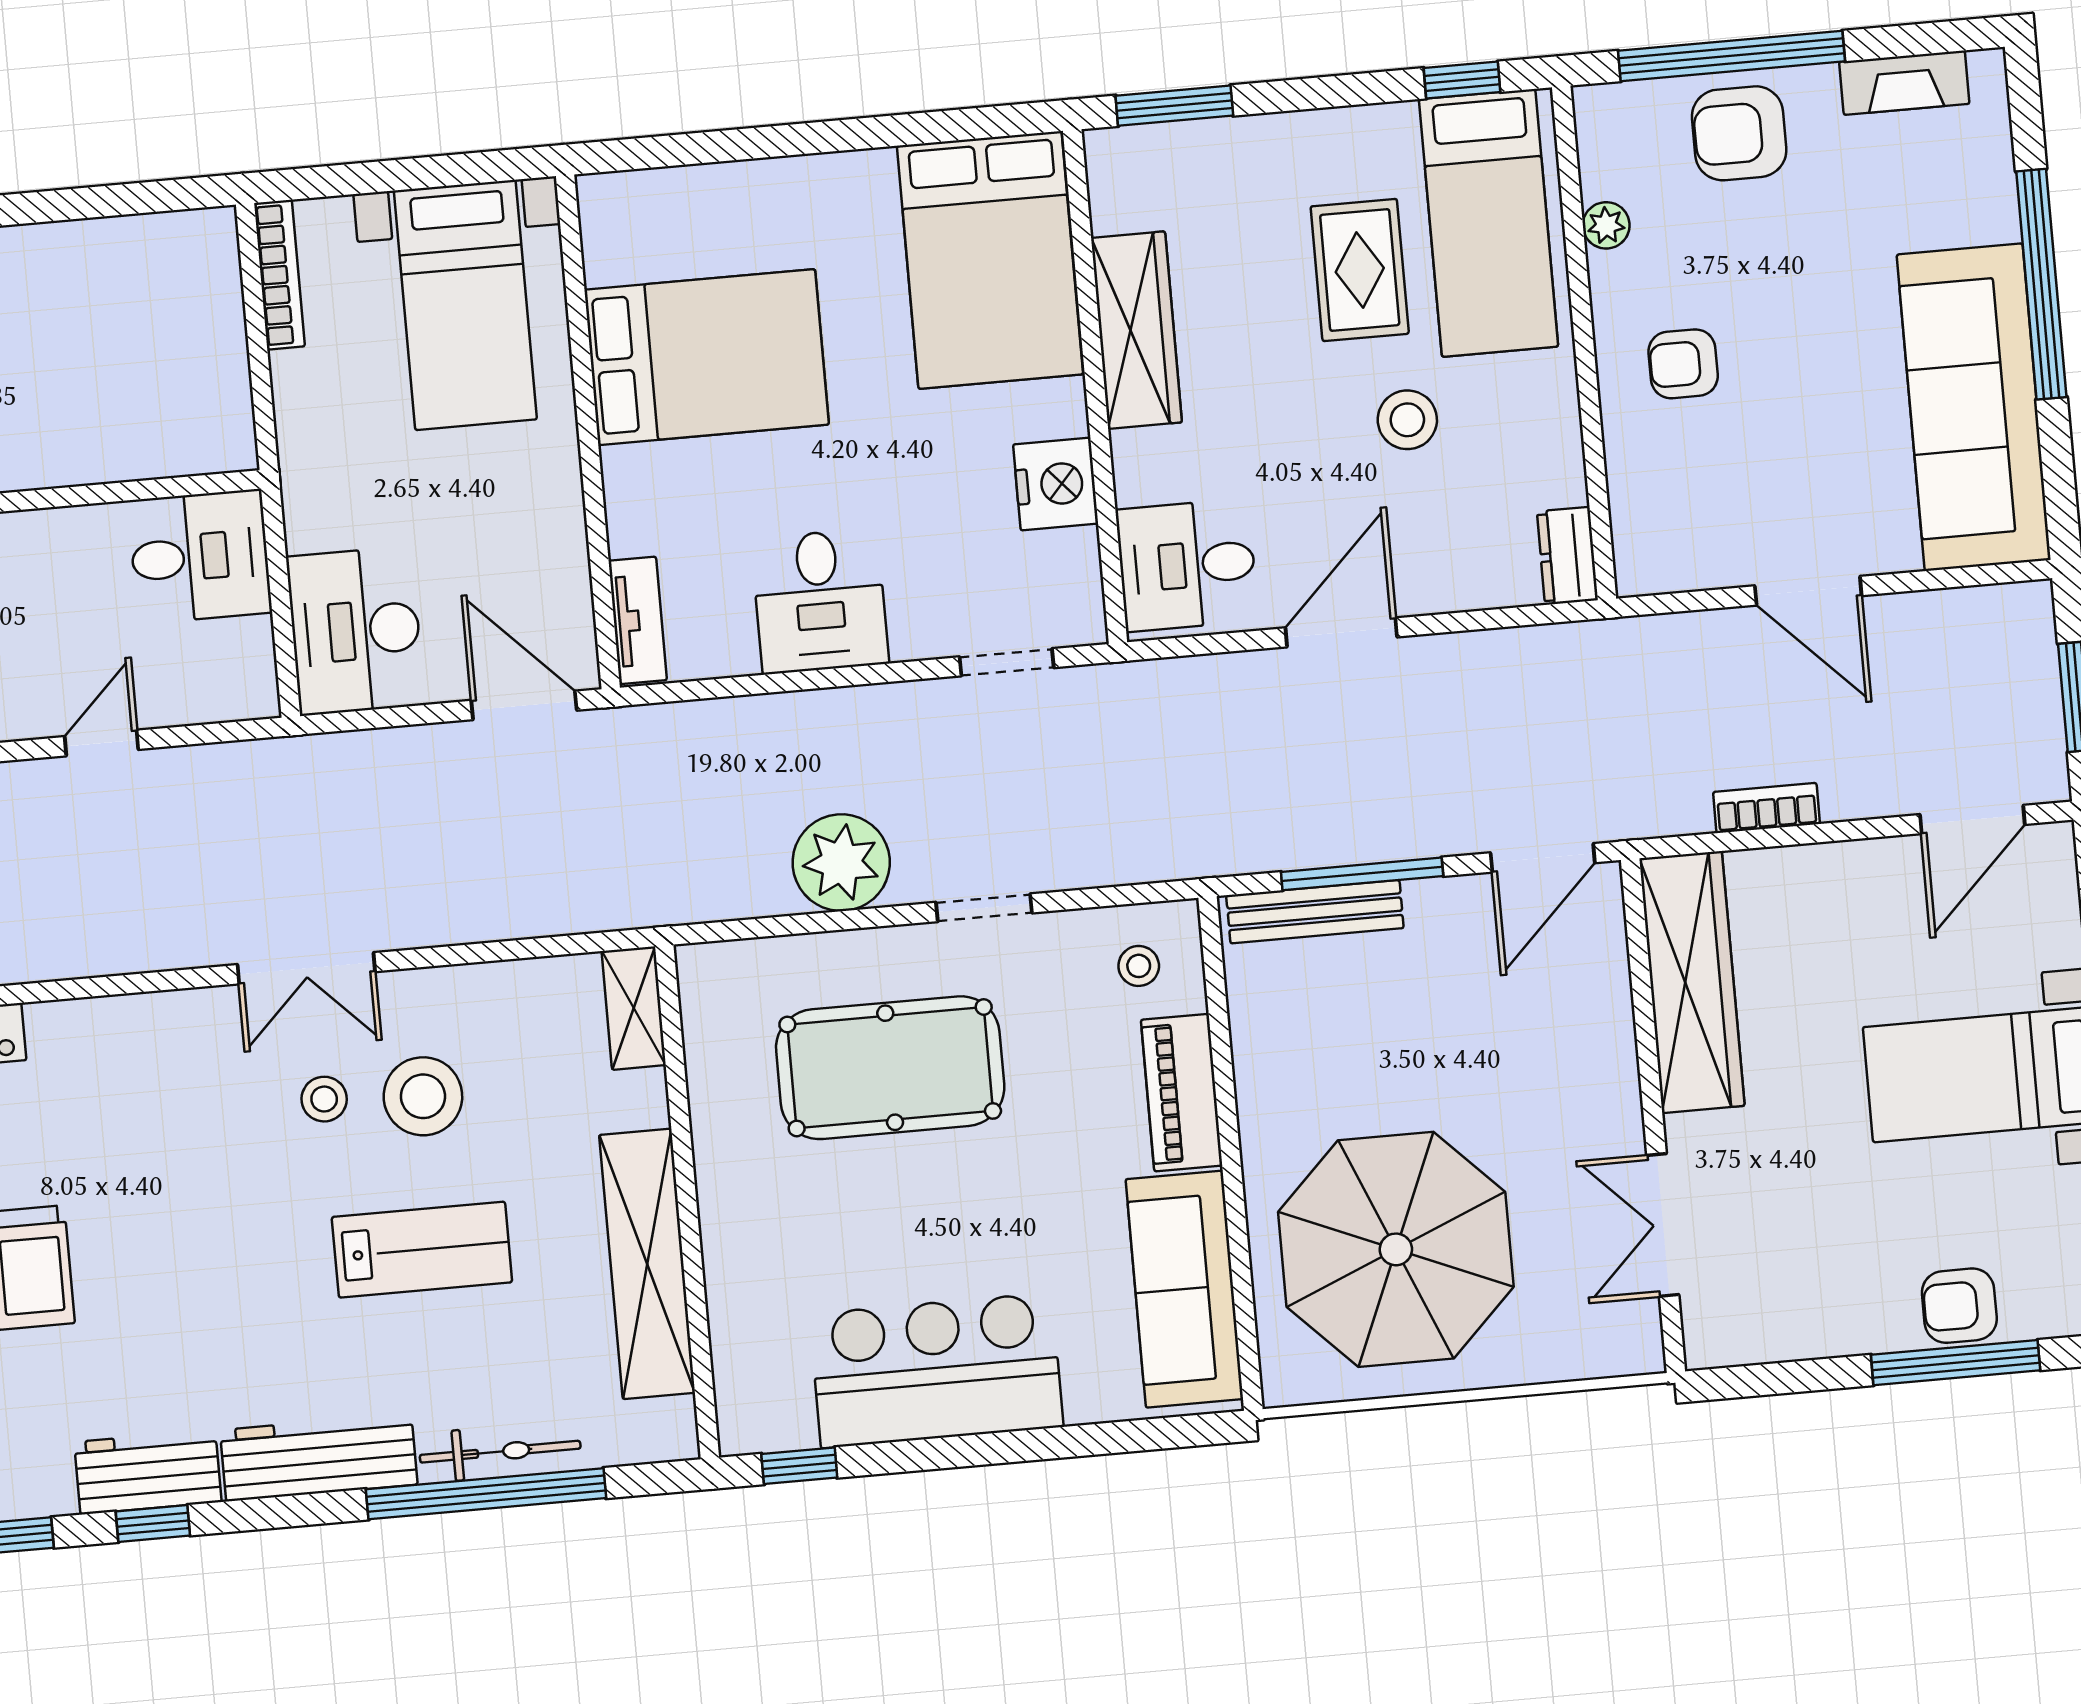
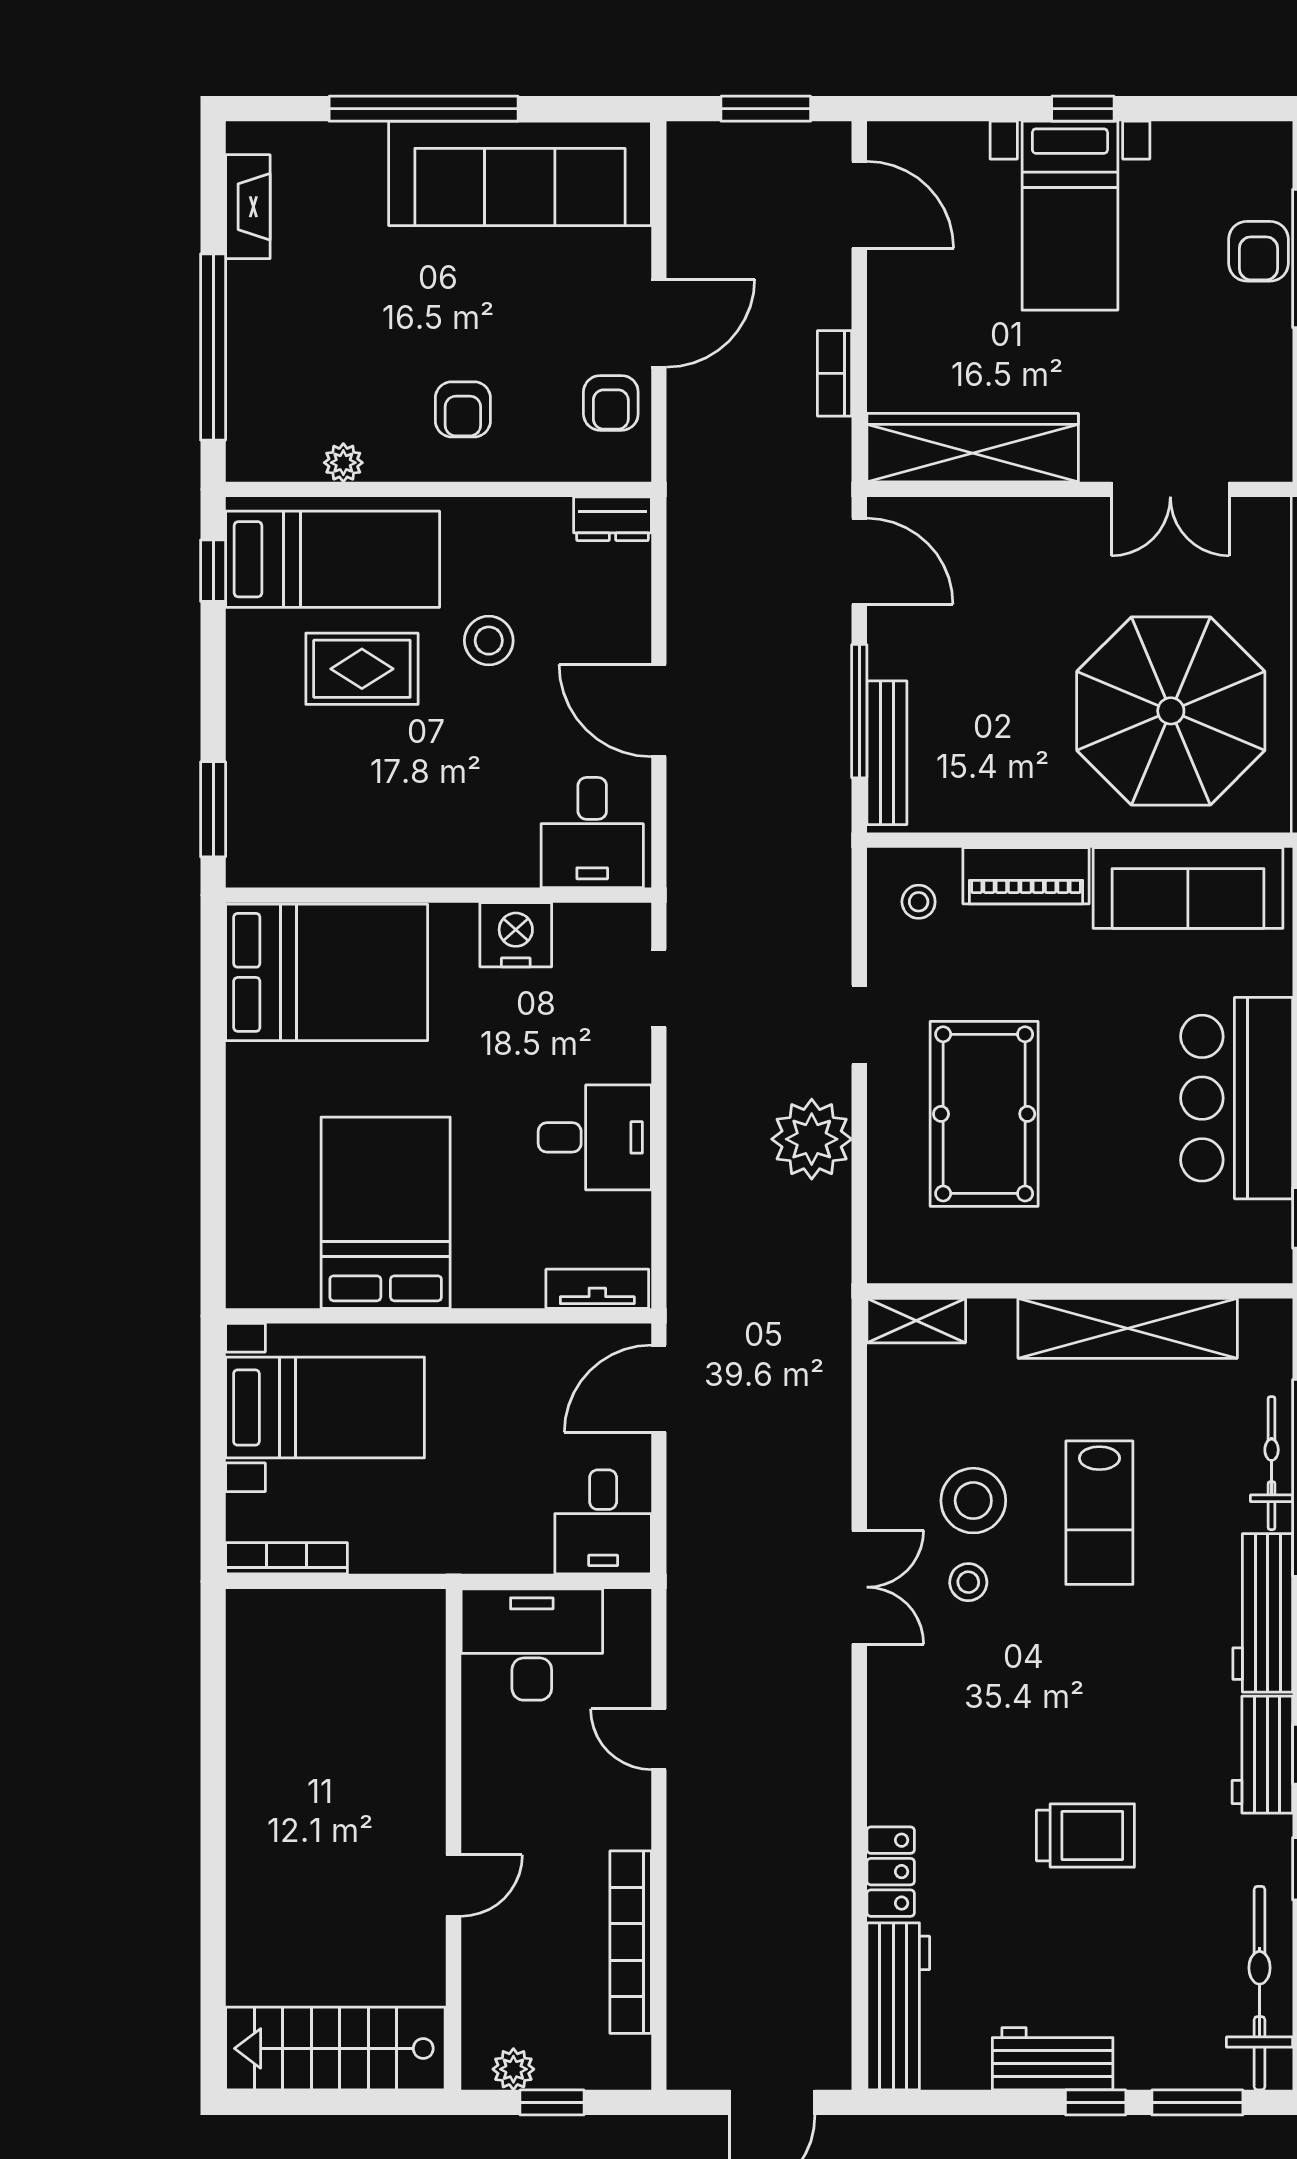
armchair: (1739, 133) -> (611, 403), moved, width x0.72, depth x0.72
wardrobe: (1136, 330) -> (395, 857), removed
desk: (200, 557) -> (532, 1645), width x1.37
desk: (355, 631) -> (603, 1522), width x0.73
lab bench: (422, 1250) -> (1099, 1513), turned 180

